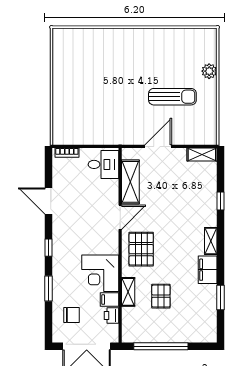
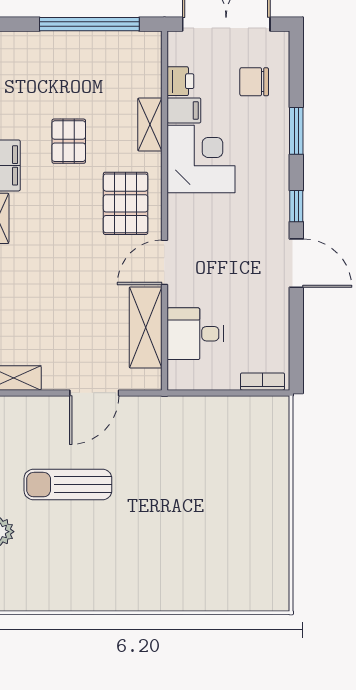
desk: (103, 164) -> (195, 334), moved
door: (49, 201) -> (296, 263), moved
pallet: (161, 296) -> (69, 141), moved

